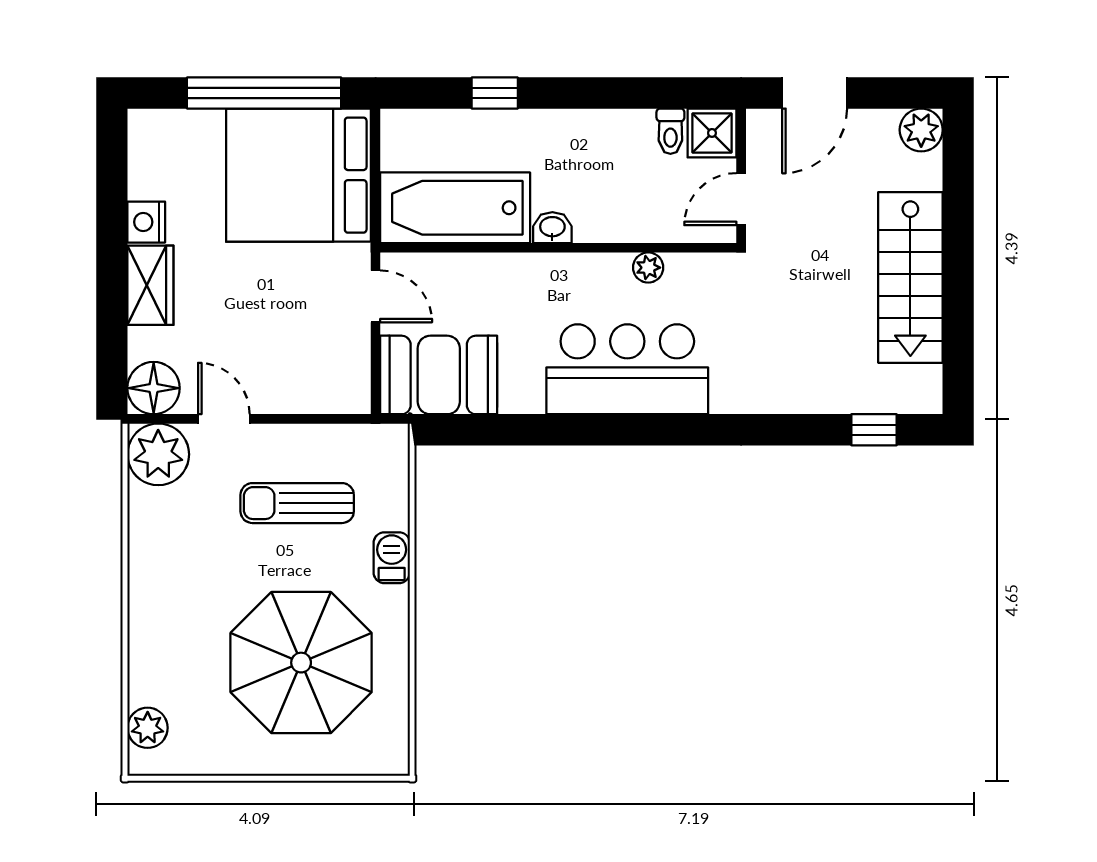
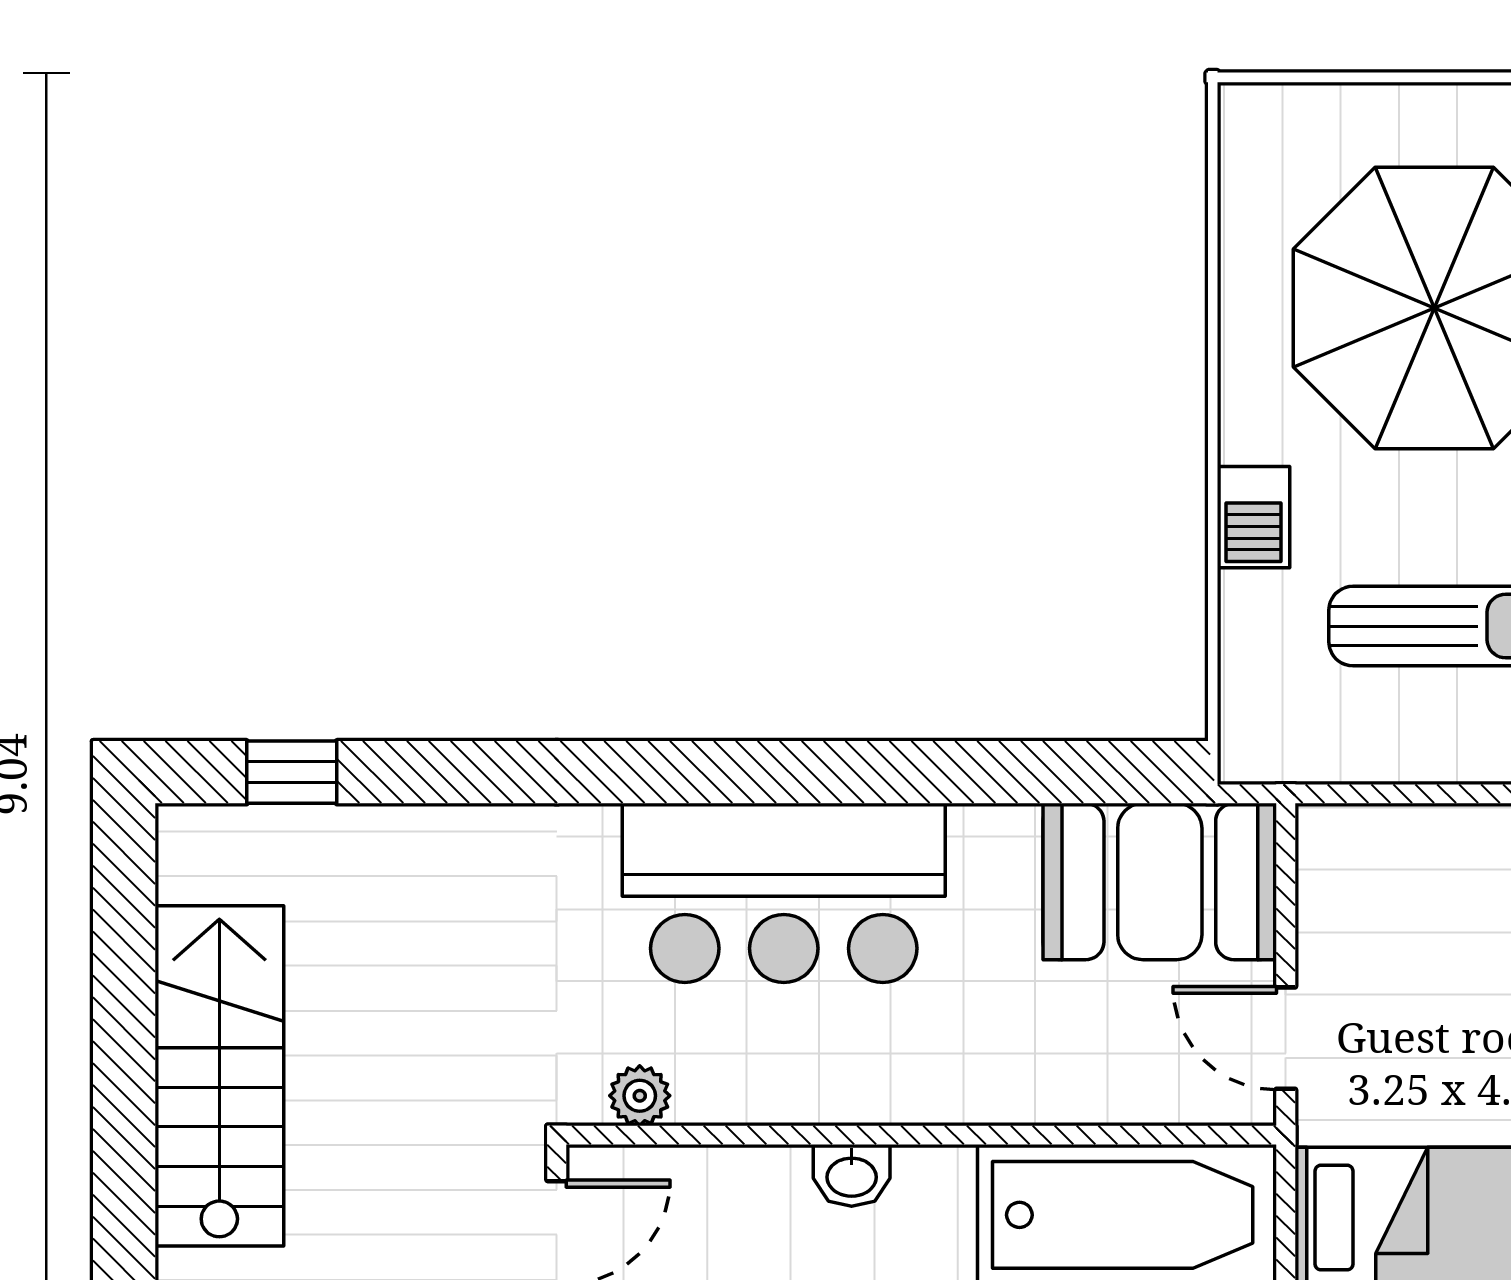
washbasin: (552, 228) -> (852, 1175), moved
plant: (648, 268) -> (640, 1096), moved

